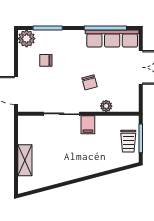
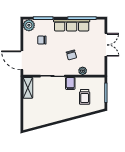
row of seats: (112, 39) -> (72, 25), moved
trolley: (128, 141) -> (85, 97), moved
shelving: (25, 160) -> (28, 88), moved

